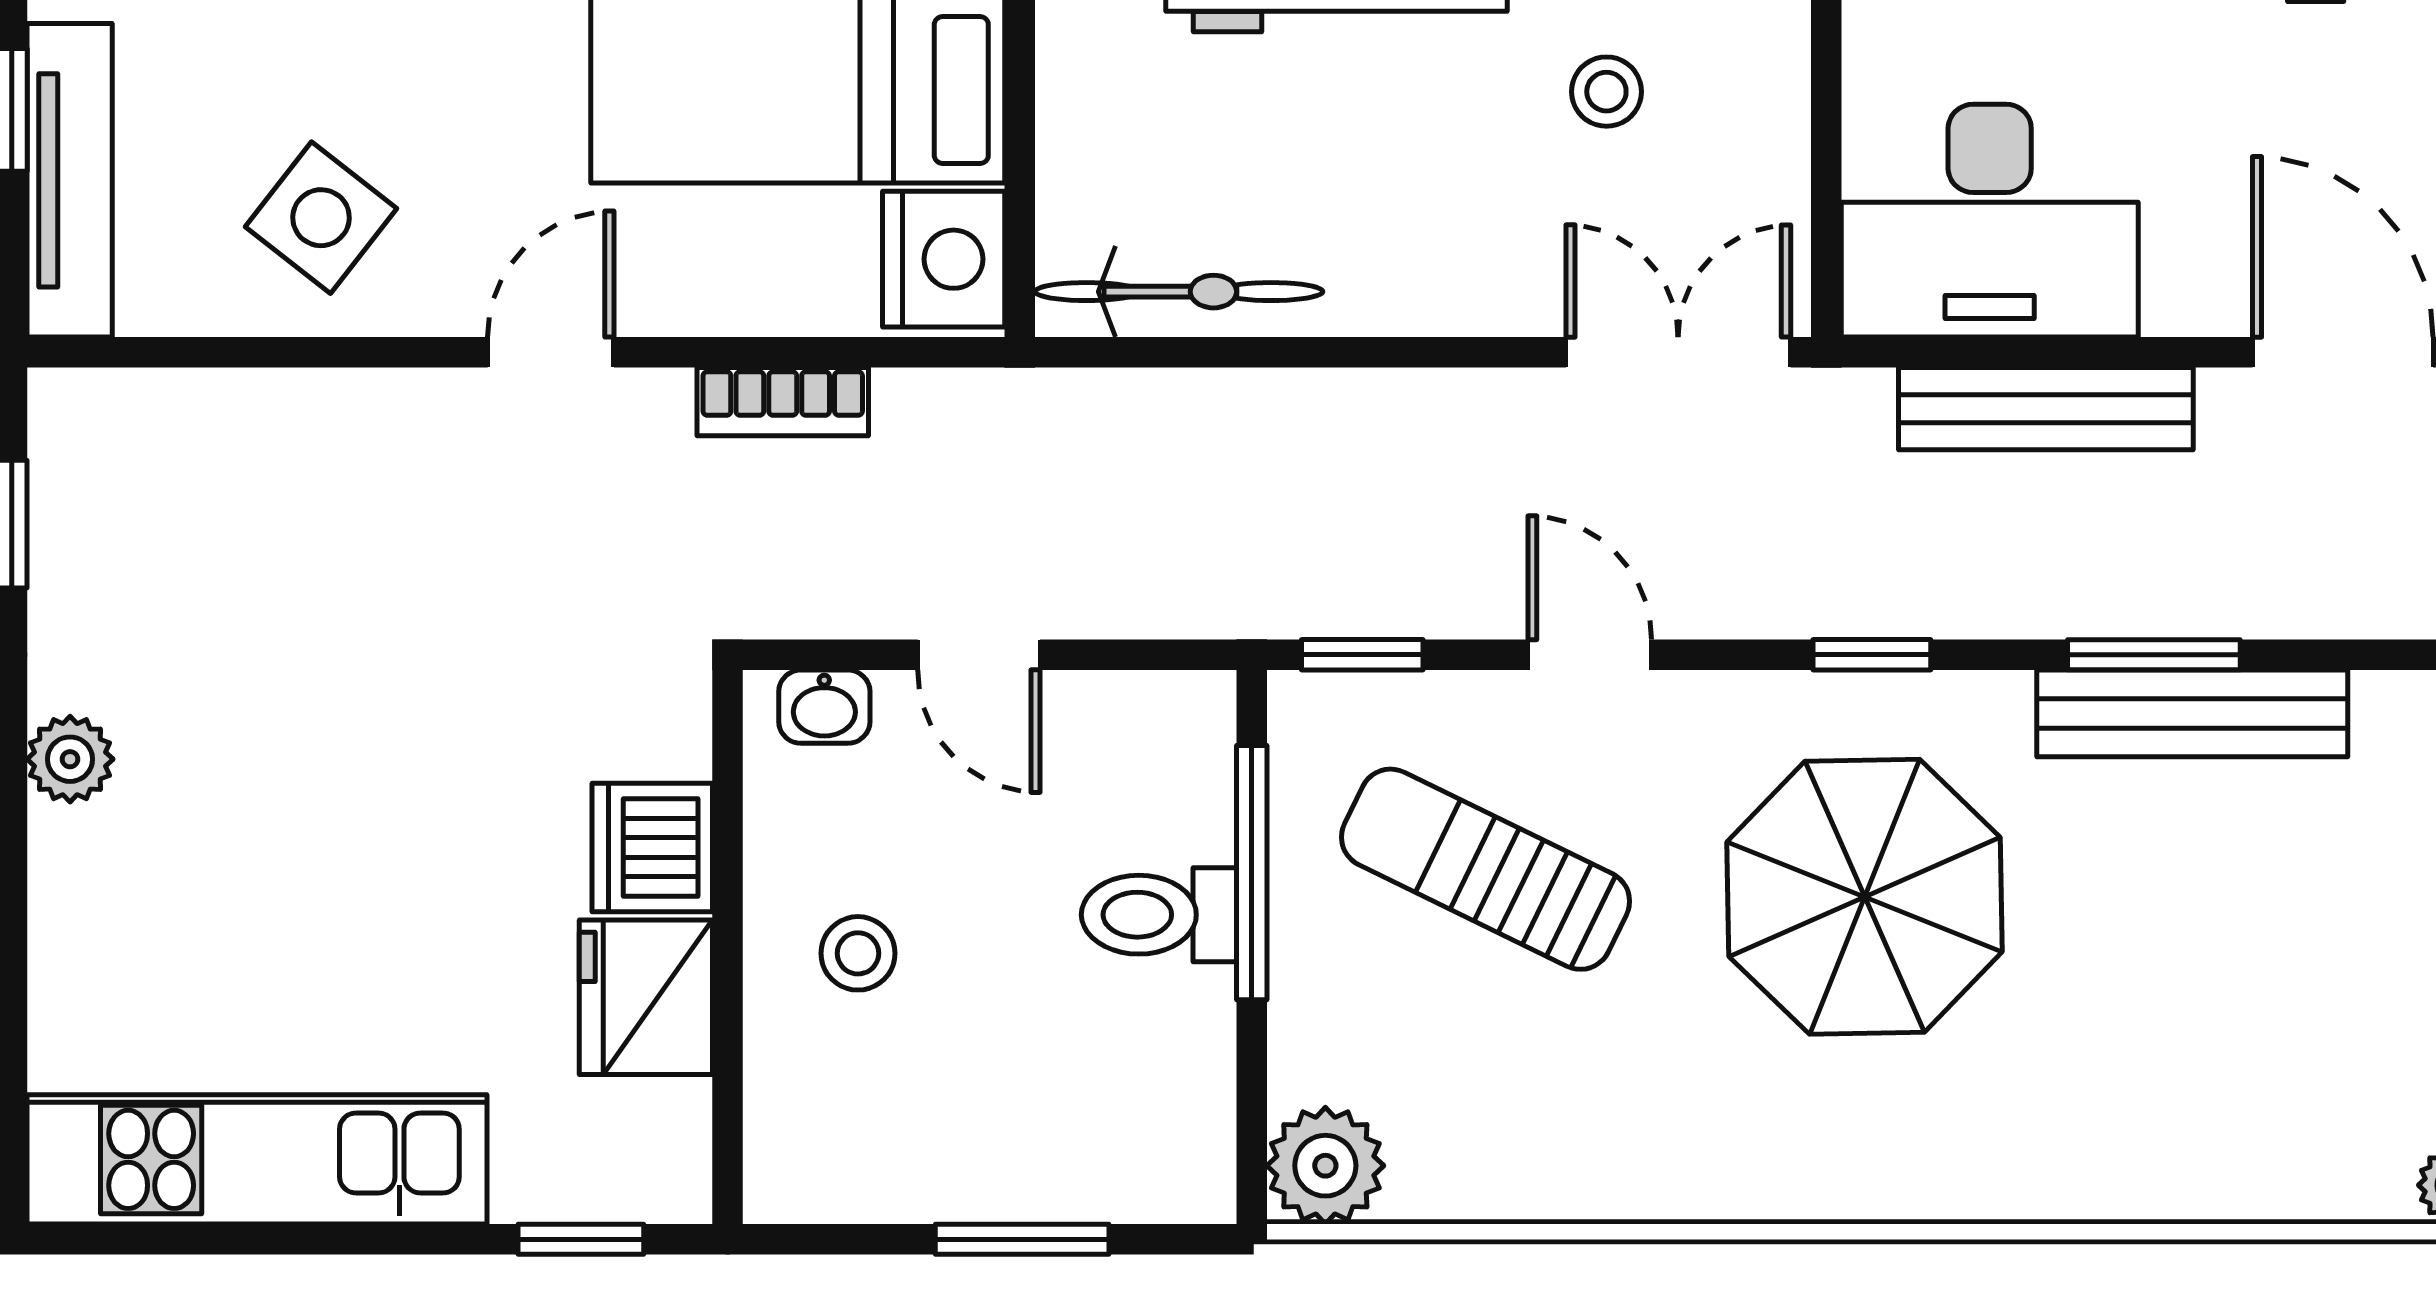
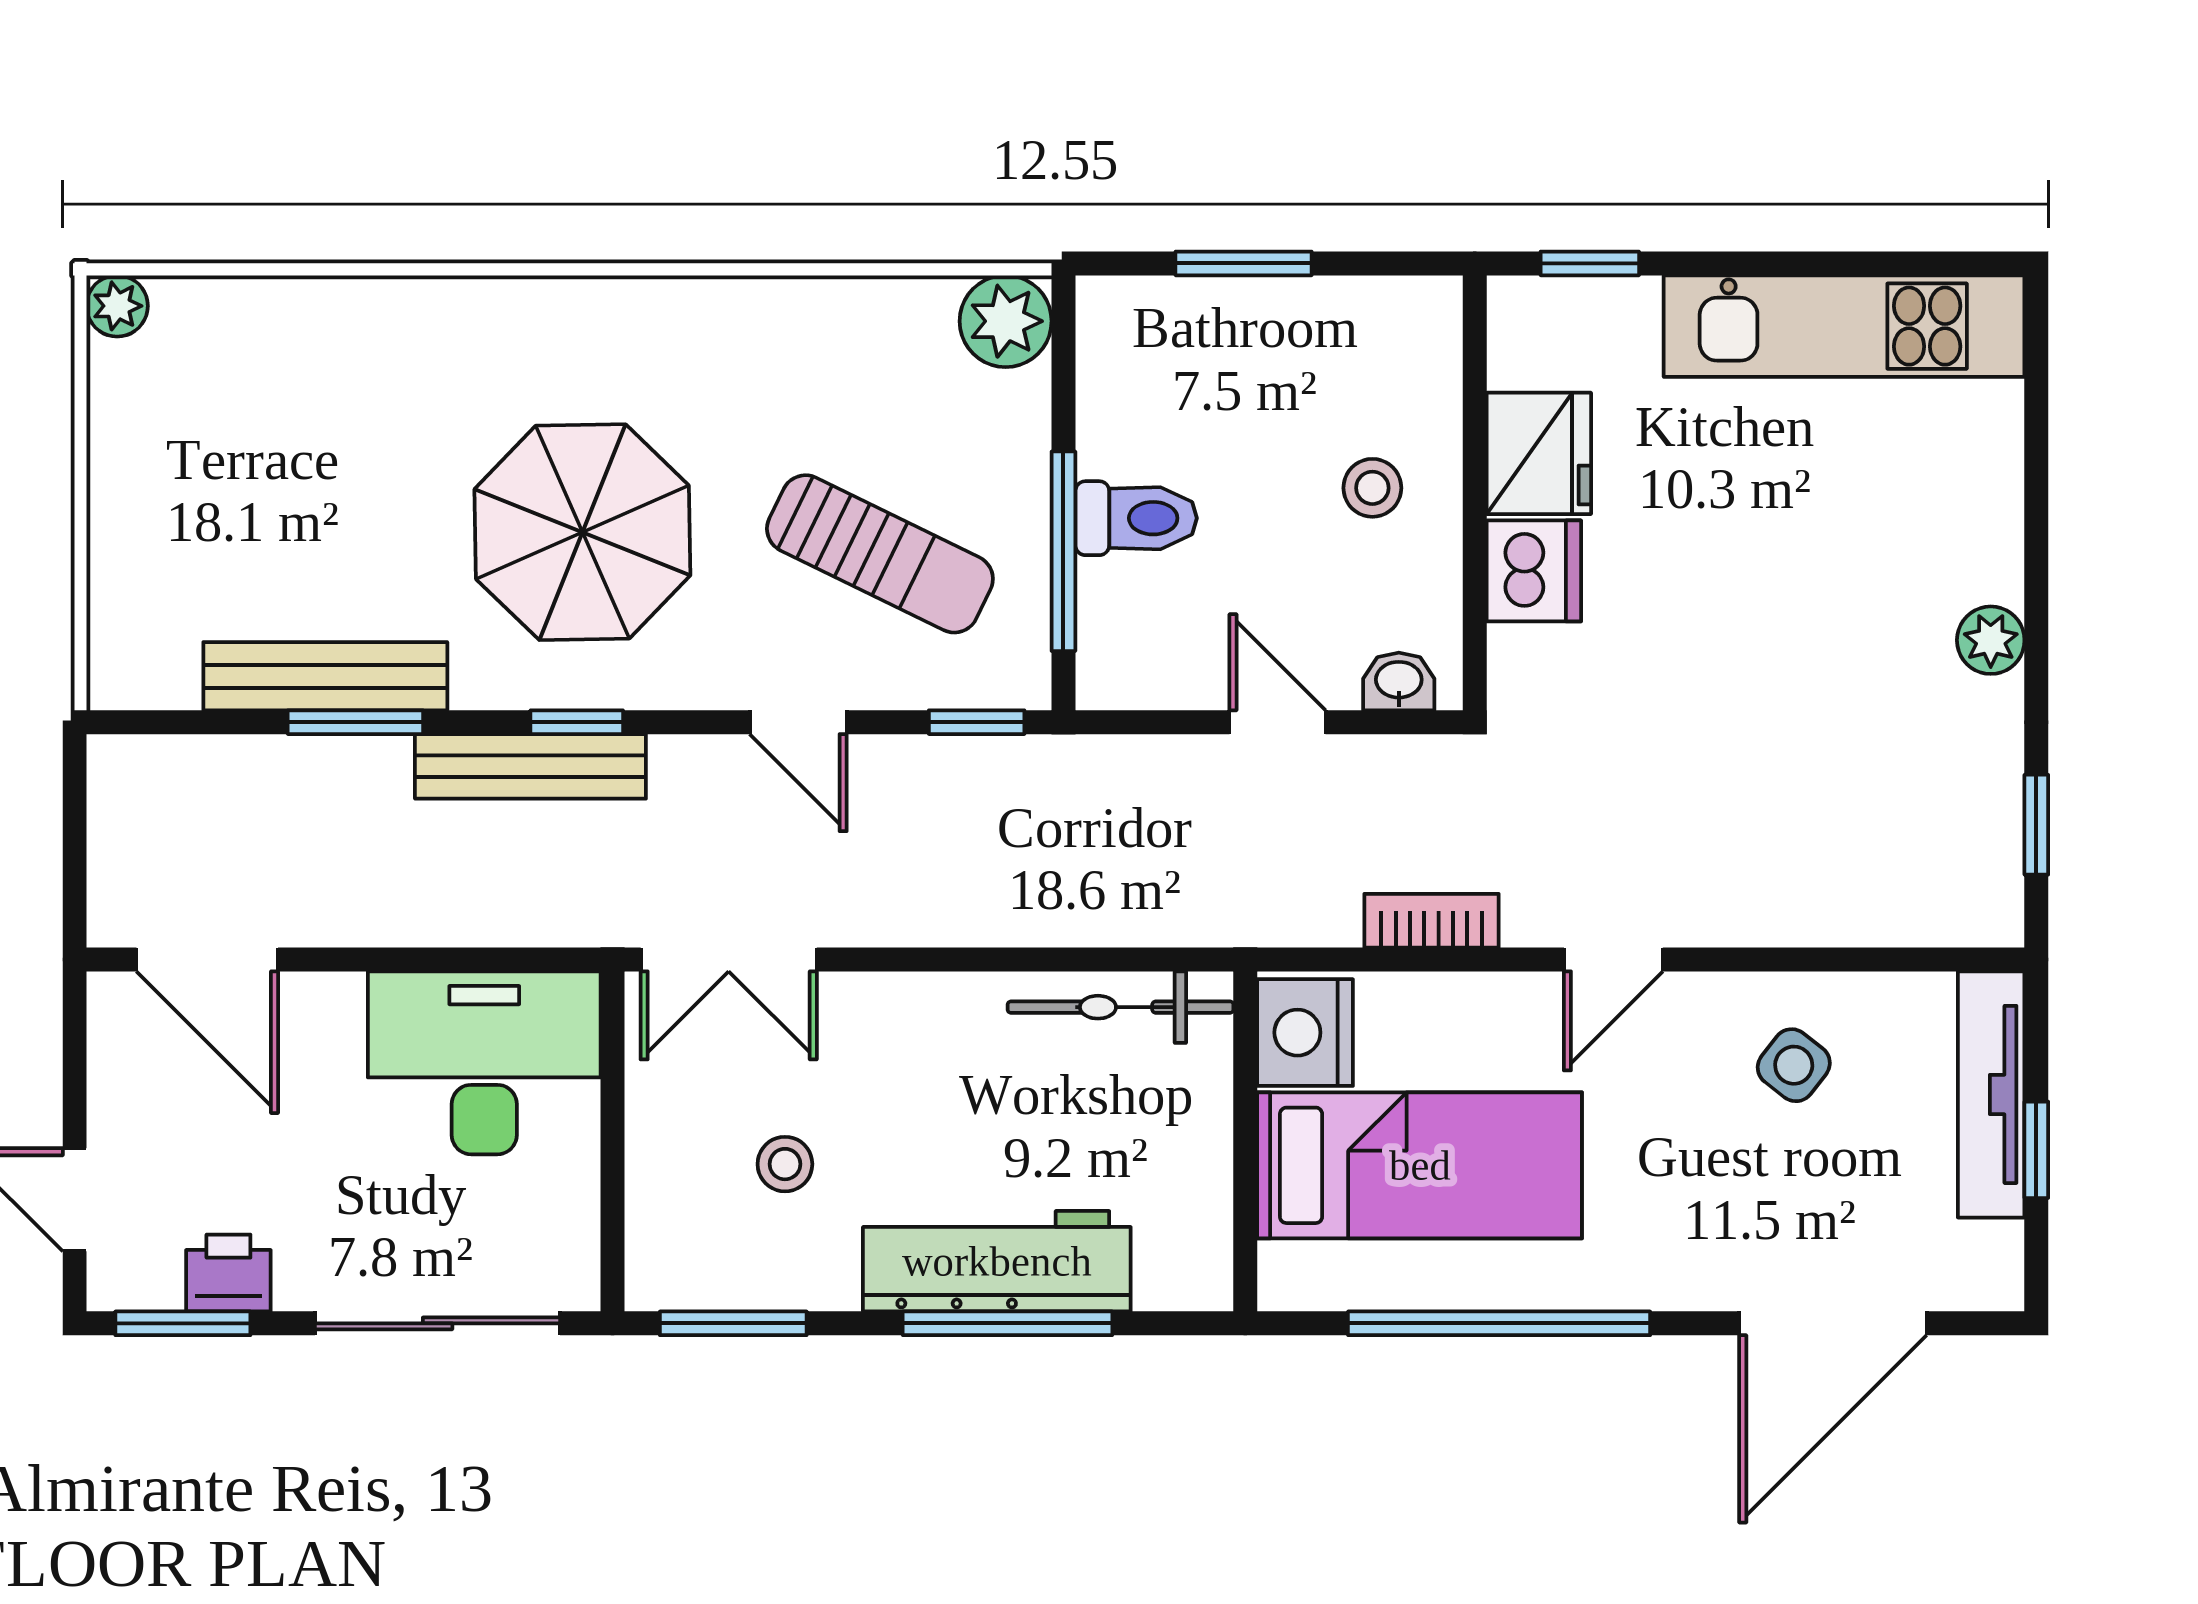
side table: (321, 218) -> (1794, 1065), width x0.73, depth x0.73
bench: (2046, 409) -> (530, 766), moved

